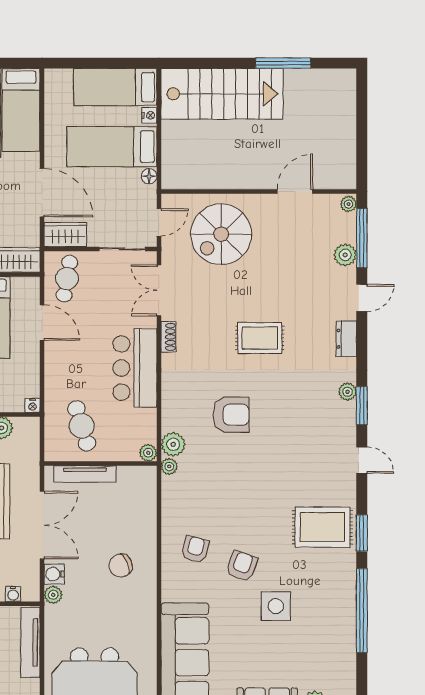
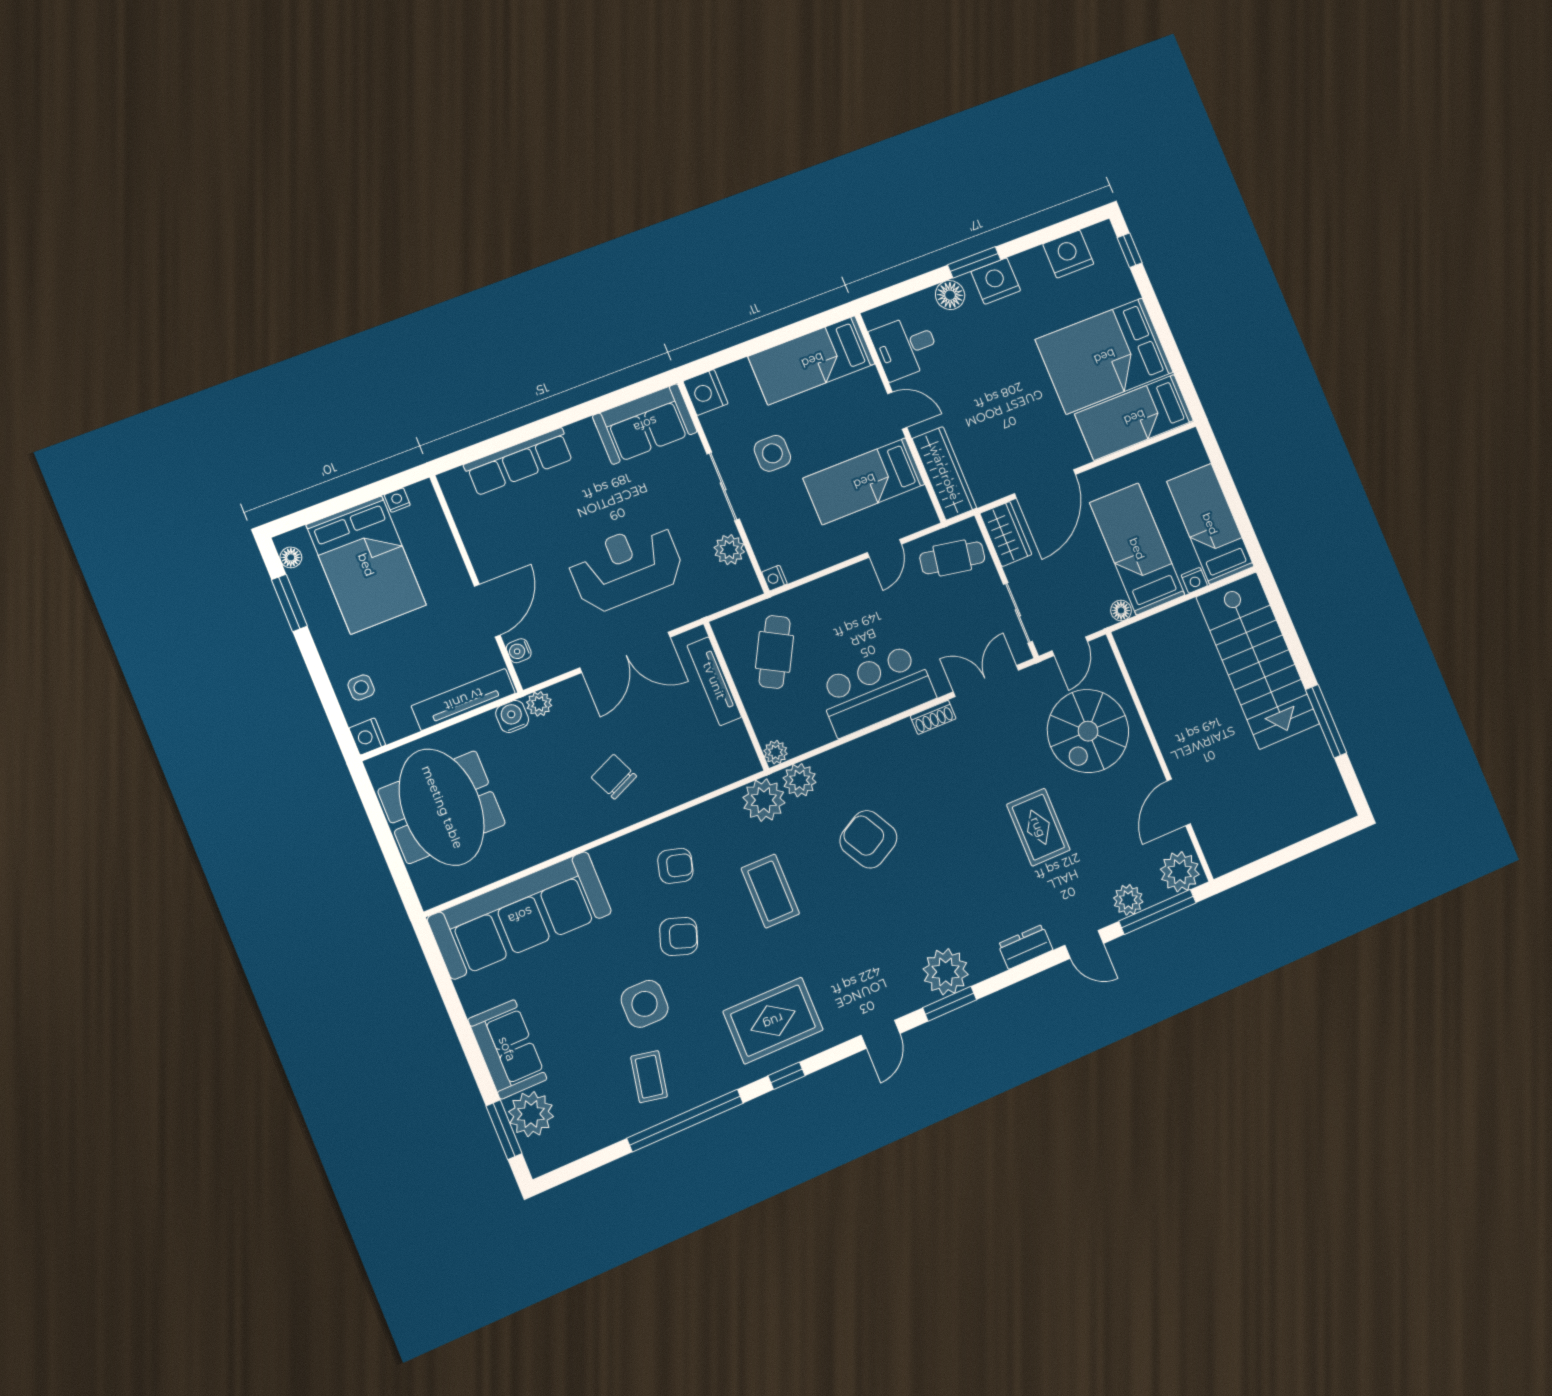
door: (295, 192) -> (1179, 802), swing flipped
plant: (348, 204) -> (1180, 872), width x1.88, depth x1.88
door: (159, 222) -> (1070, 646), hinge flipped
spiral stairs: (221, 234) -> (1088, 731), turned -90
door: (42, 323) -> (884, 548), width x0.73
rug: (260, 338) -> (1038, 827), moved
plant: (348, 392) -> (946, 972), width x1.87, depth x1.87
armchair: (231, 415) -> (868, 839), turned 151
cafe table: (82, 426) -> (775, 652), turned -44
plant: (169, 466) -> (764, 800), width x1.87, depth x1.87
coffee table: (238, 494) -> (770, 891), added
rug: (322, 527) -> (773, 1021), turned 90
window: (362, 533) -> (787, 1076), width x0.67
water cooler: (54, 574) -> (512, 716), moved
coffee table: (324, 622) -> (649, 1077), added

